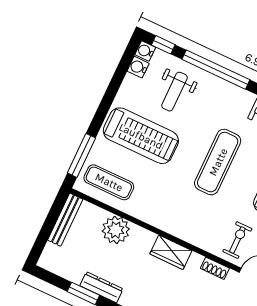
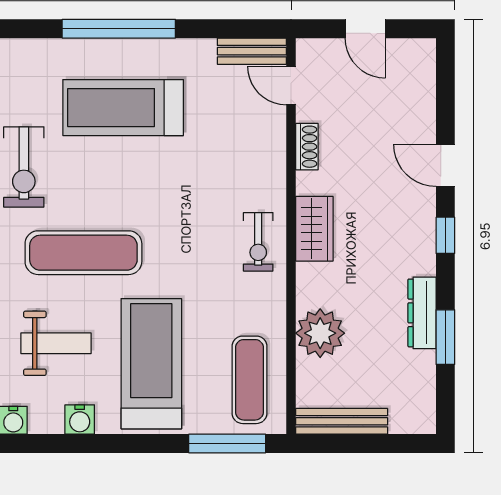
water cooler: (138, 67) -> (80, 419), moved
exercise mat: (218, 162) -> (83, 253), moved
exercise bike: (237, 240) -> (258, 242), moved, turned -90

